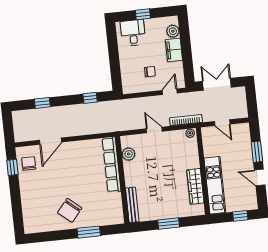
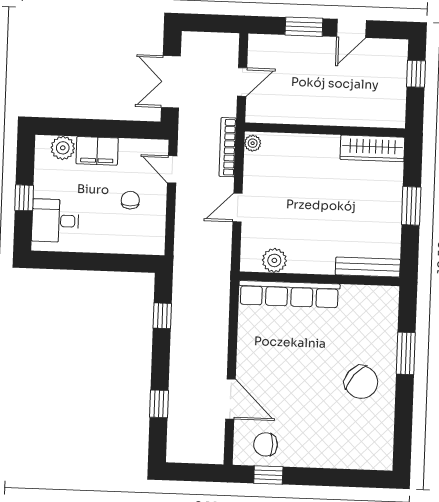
kitchen unit: (215, 185) -> (354, 112), removed
wardrobe: (195, 186) -> (372, 148), moved

